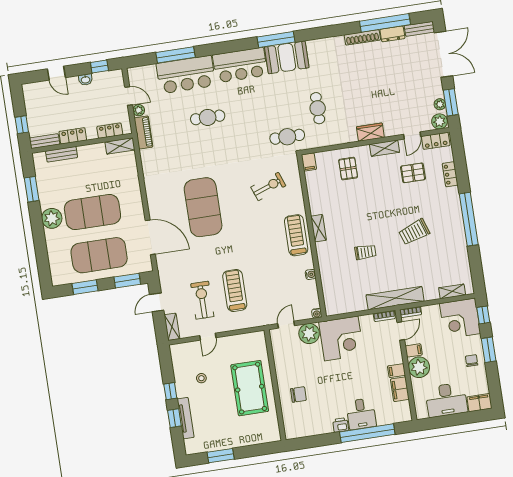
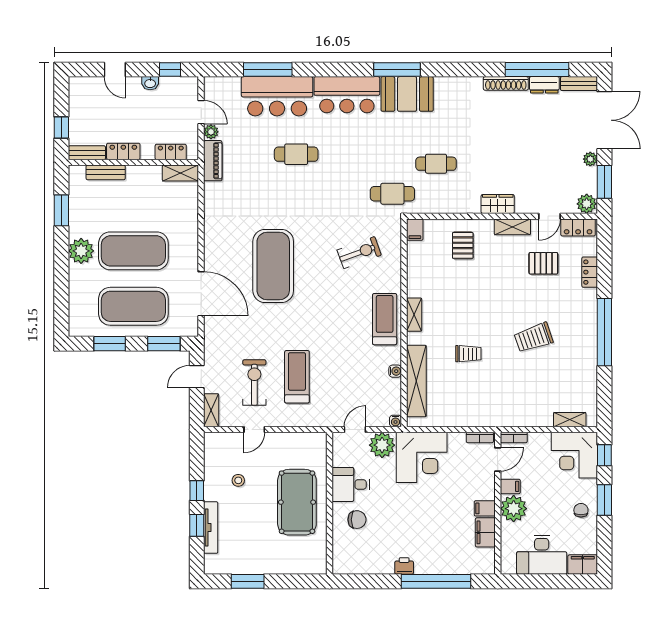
plant: (440, 104) -> (590, 159), moved
cafe table: (318, 108) -> (436, 164), turned 90
shelving: (395, 298) -> (416, 381), moved, turned 90
desk: (361, 414) -> (351, 484), moved, turned 90

